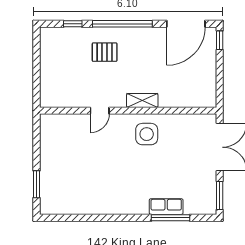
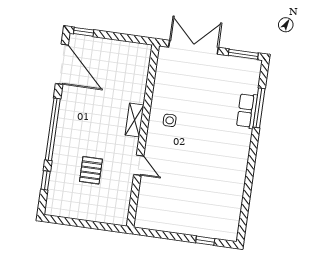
pallet: (105, 52) -> (91, 170), moved
side table: (147, 134) -> (170, 120), width x0.54, depth x0.54
window: (37, 184) -> (205, 241), width x0.67

